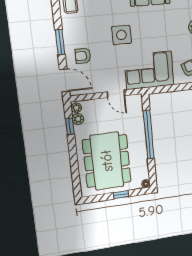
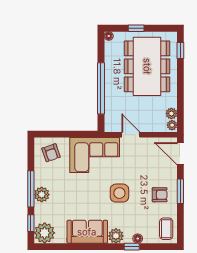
armchair: (83, 56) -> (160, 195), moved
window: (70, 126) -> (180, 50), moved

